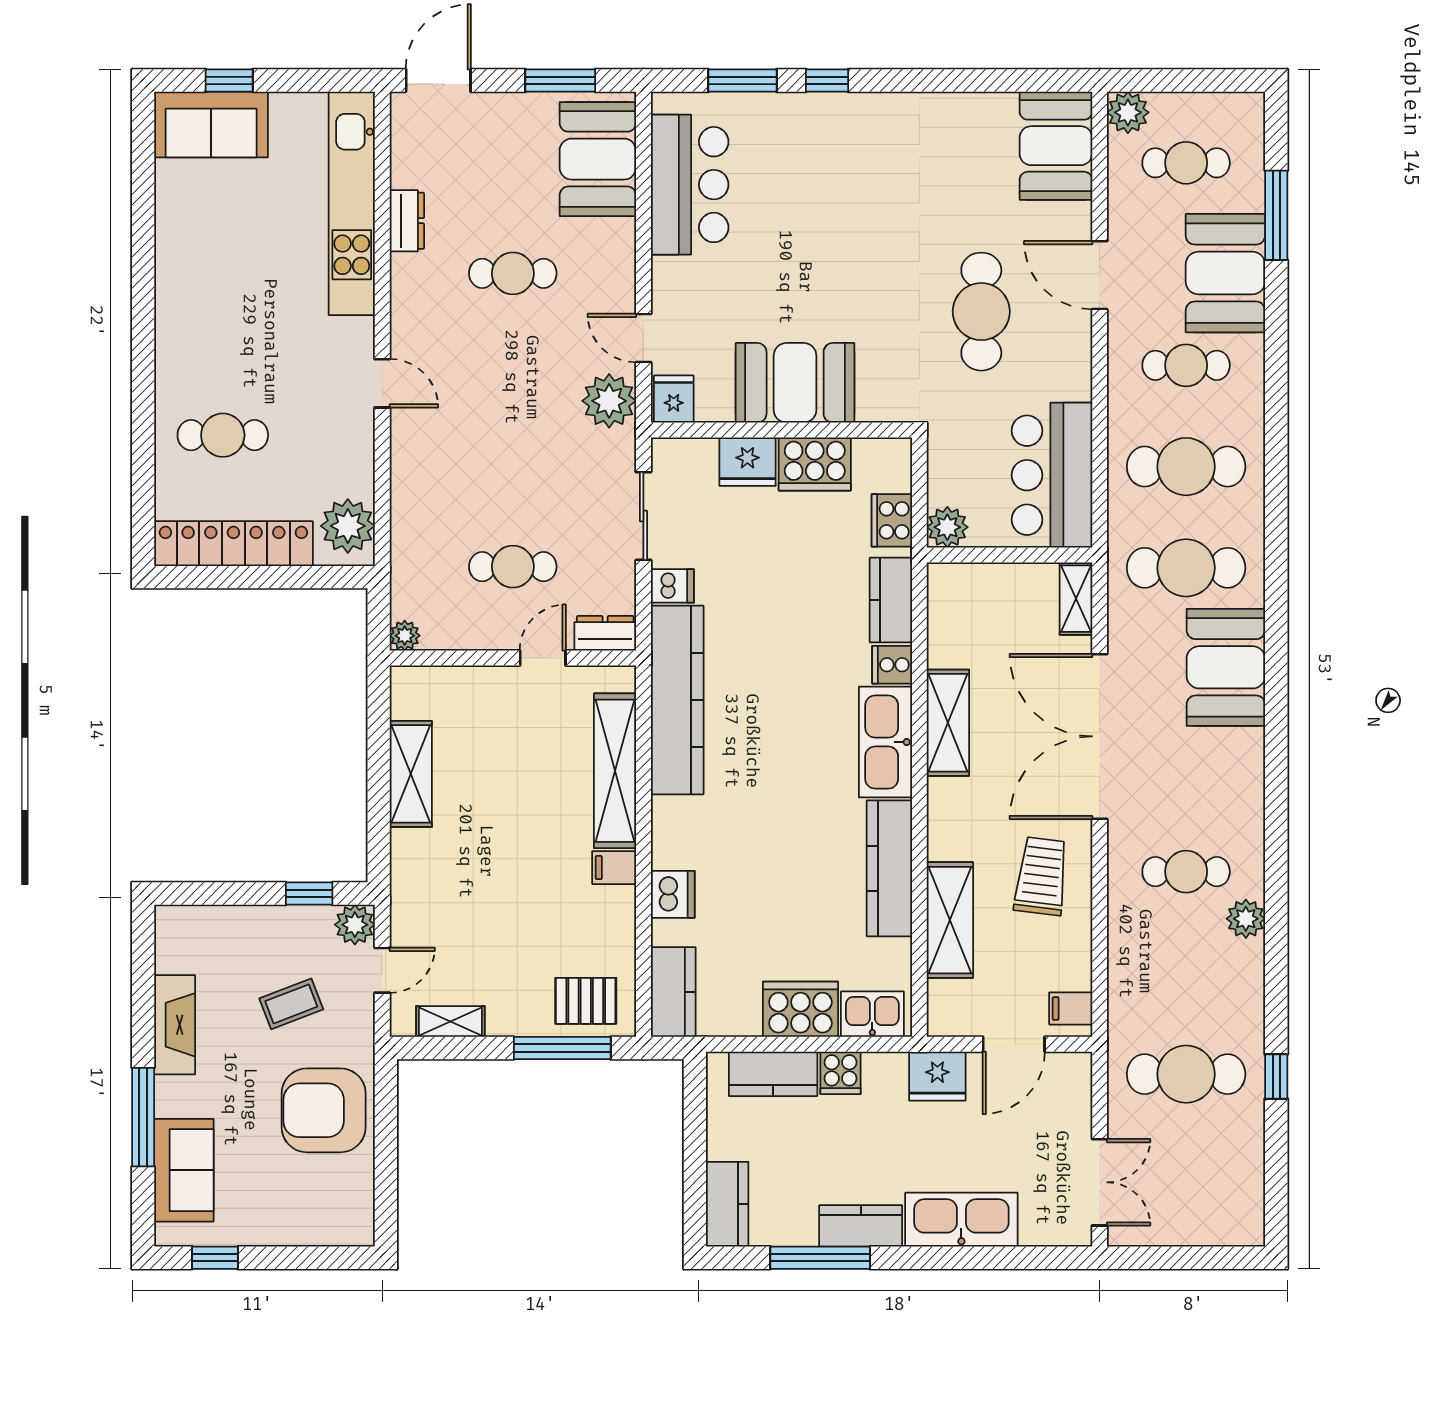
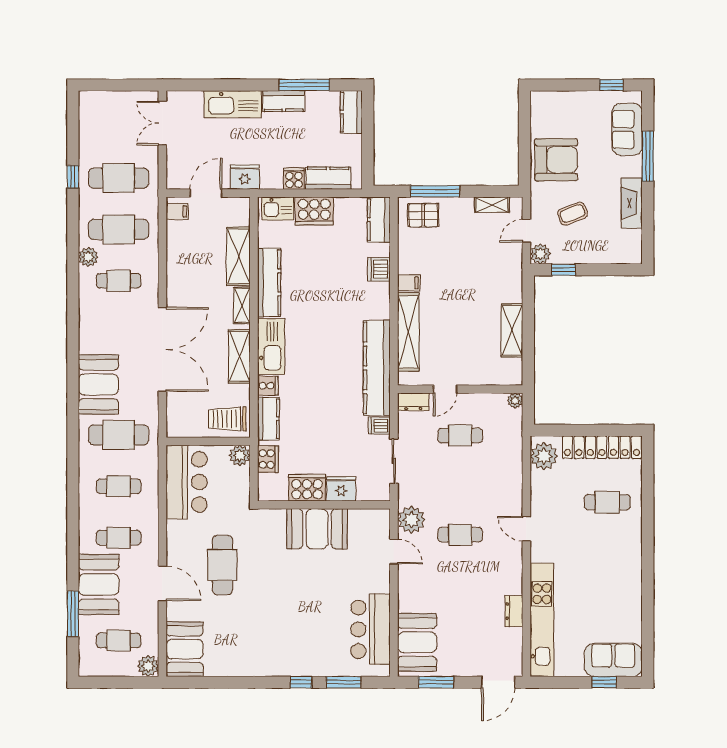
cafe table: (513, 273) -> (460, 535), moved
fridge: (674, 399) -> (379, 521), removed
cafe table: (1186, 467) -> (119, 486), width x0.73, depth x0.74
shelving: (1076, 599) -> (242, 305), moved
trolley: (1041, 876) -> (227, 419), moved, turned 83
cafe table: (1186, 973) -> (119, 229), added

